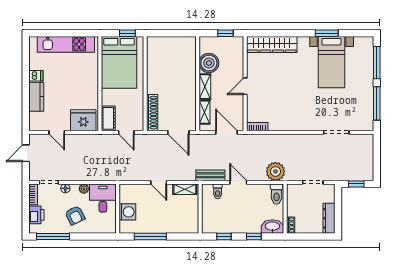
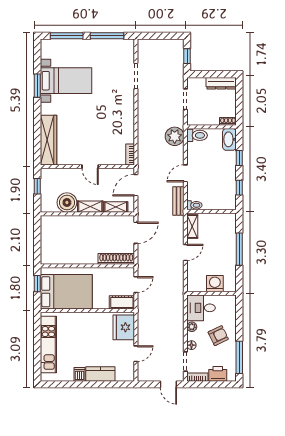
door: (26, 153) -> (168, 384), moved
toilet: (218, 191) -> (194, 205), moved
window: (150, 237) -> (239, 249), moved

